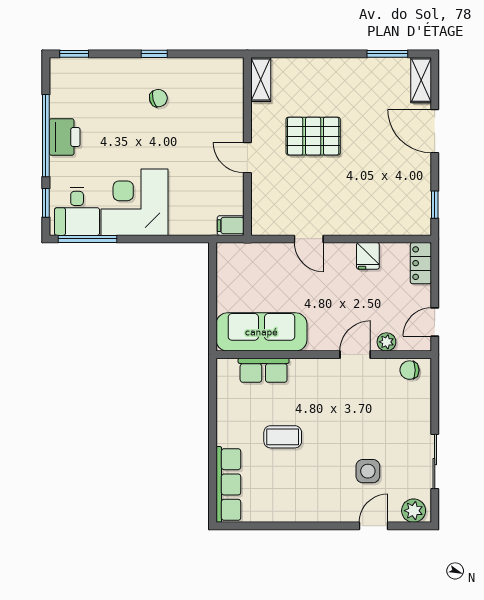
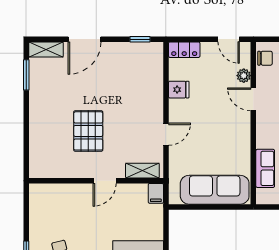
shelving: (261, 80) -> (142, 171), moved
sofa: (261, 332) -> (215, 190), moved, turned 90
chair: (409, 370) -> (265, 58), turned -90

